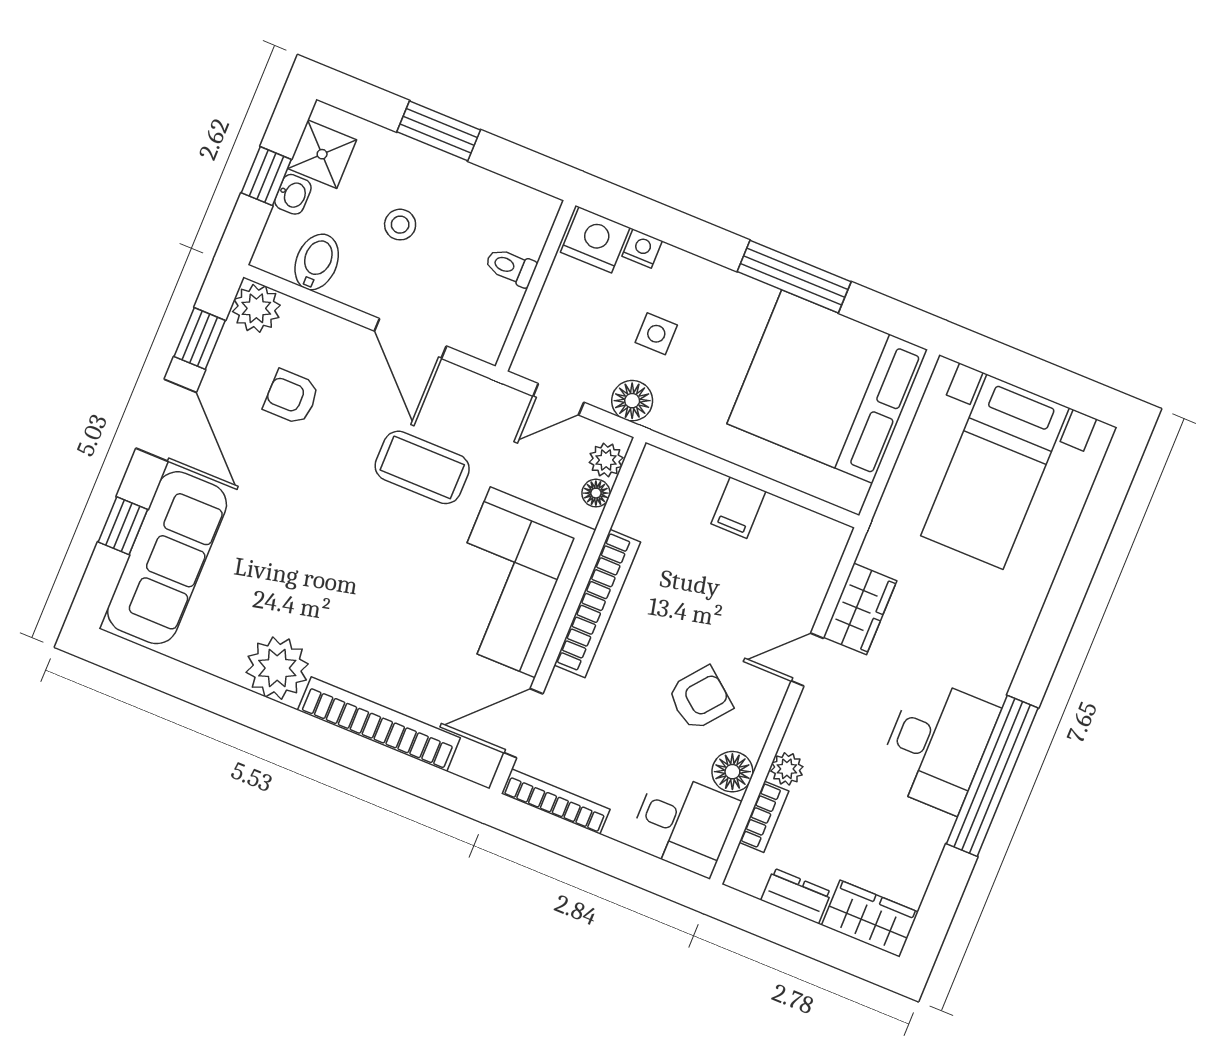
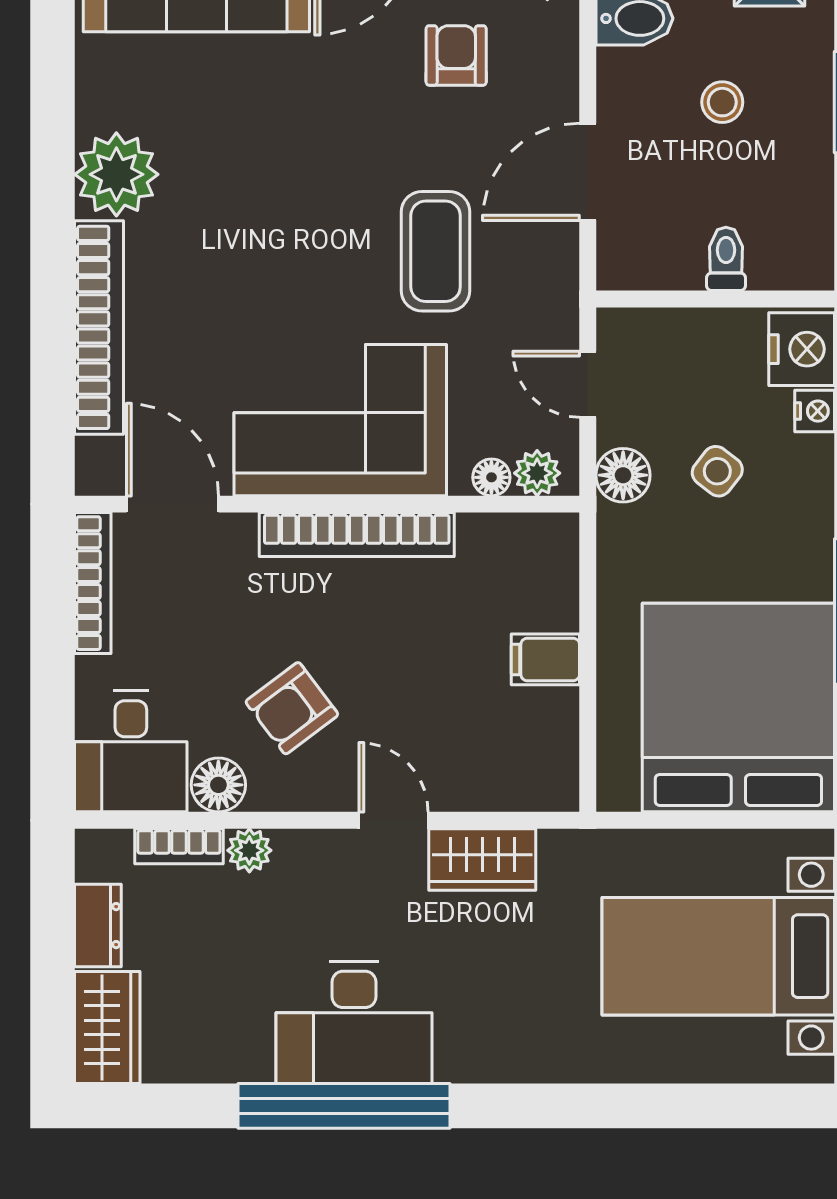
side table: (656, 334) -> (717, 471), turned 38
armchair: (700, 698) -> (292, 708), turned 104

